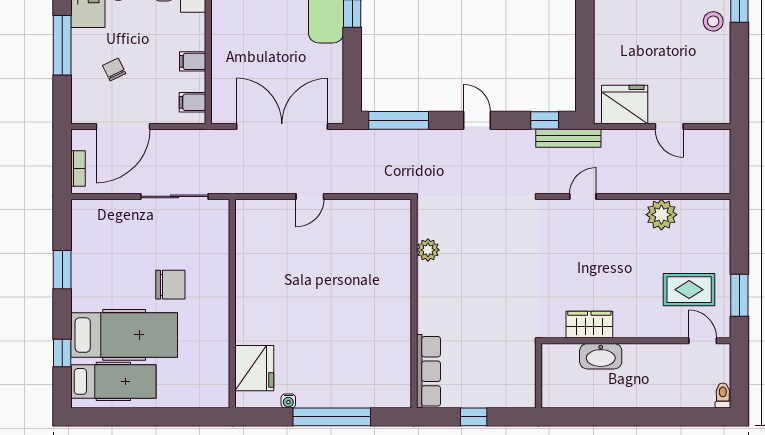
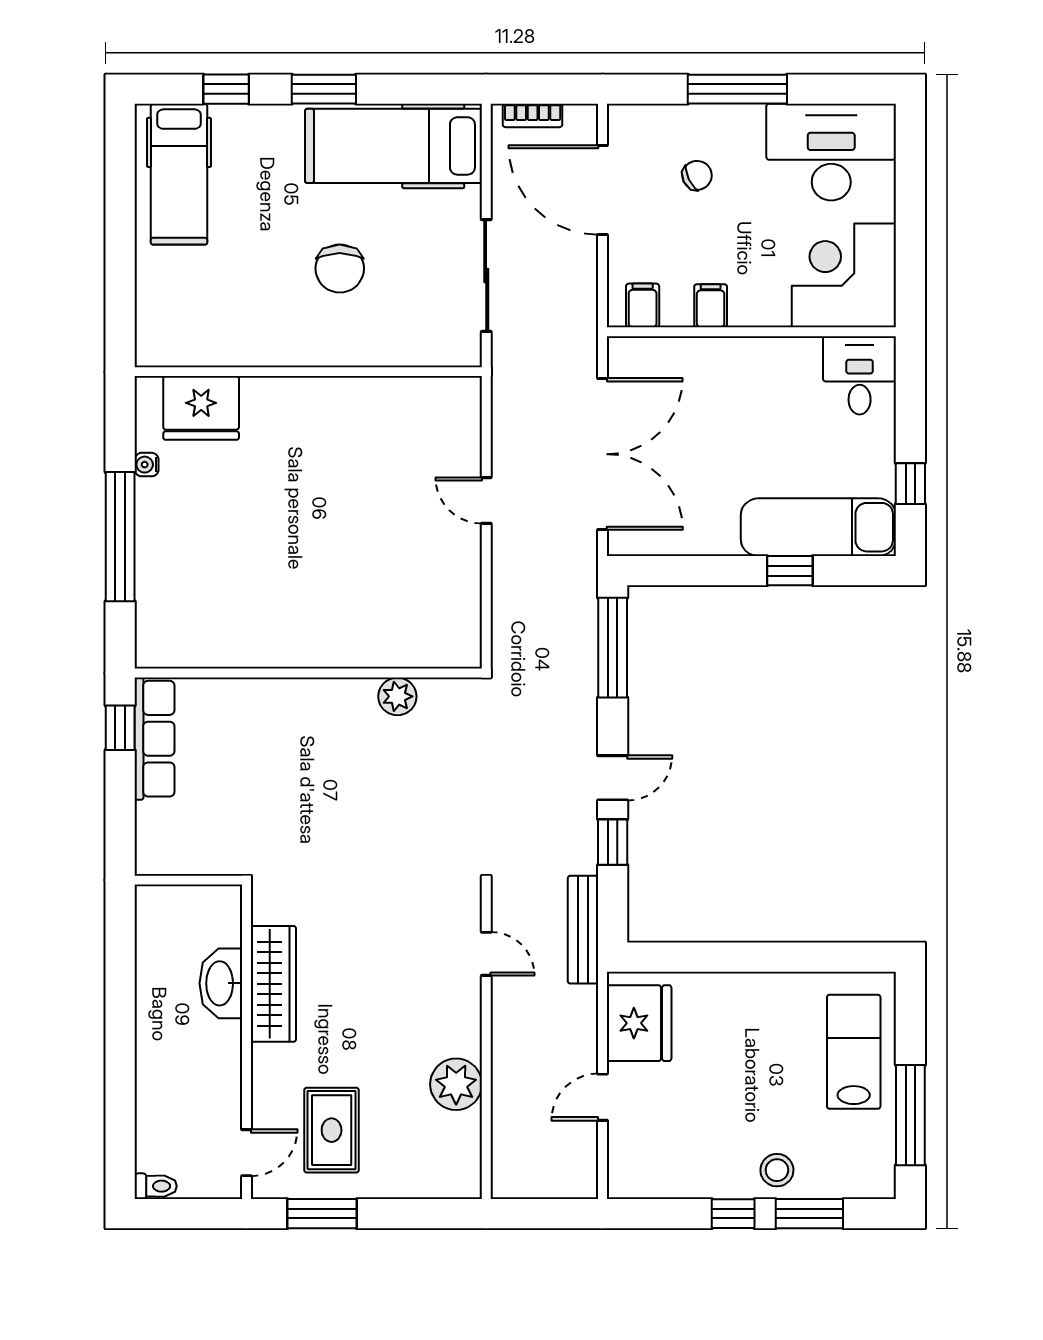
window: (739, 48) -> (733, 1214), added
window: (545, 120) -> (613, 842), moved
window: (62, 270) -> (324, 89), moved
wardrobe: (589, 325) -> (273, 984), width x1.50
hospital bed: (124, 335) -> (393, 146), moved, turned 90
row of seats: (428, 371) -> (154, 739), moved, turned -90
window: (474, 417) -> (120, 728), moved

